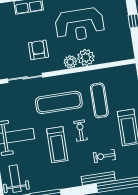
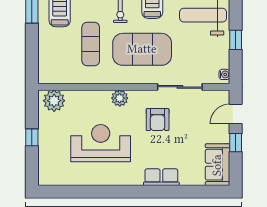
plant: (86, 58) -> (54, 101), moved
exercise mat: (59, 102) -> (142, 49), width x1.47

